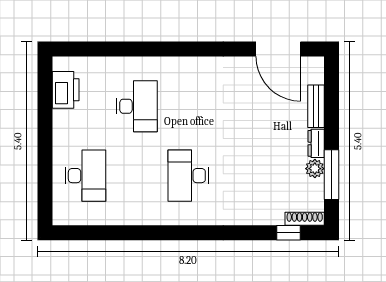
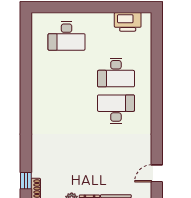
door: (278, 49) -> (157, 173), width x0.53
desk: (188, 176) -> (116, 109), moved

